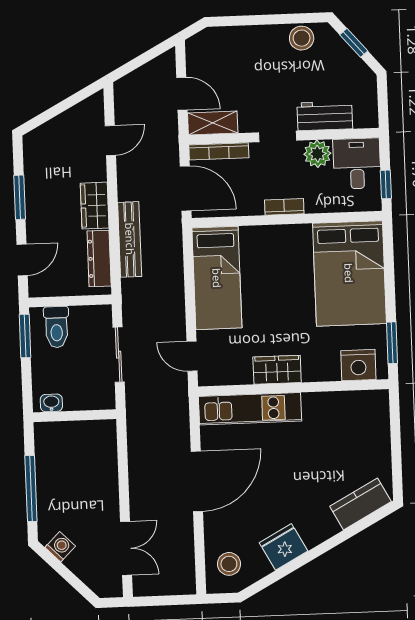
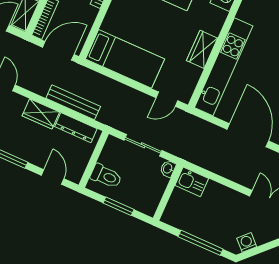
window: (25, 336) -> (119, 206), moved
washbasin: (51, 403) -> (168, 169), moved
kitchen unit: (250, 409) -> (224, 67), width x1.36
kitchen sink: (103, 439) -> (192, 182), added

